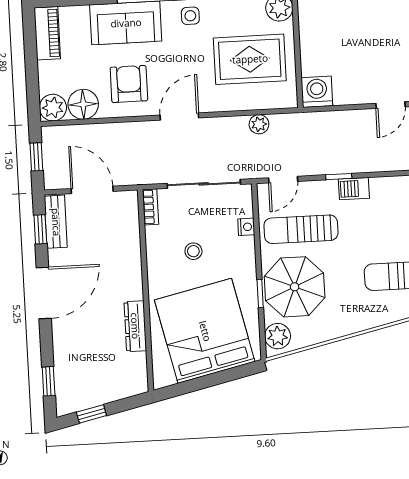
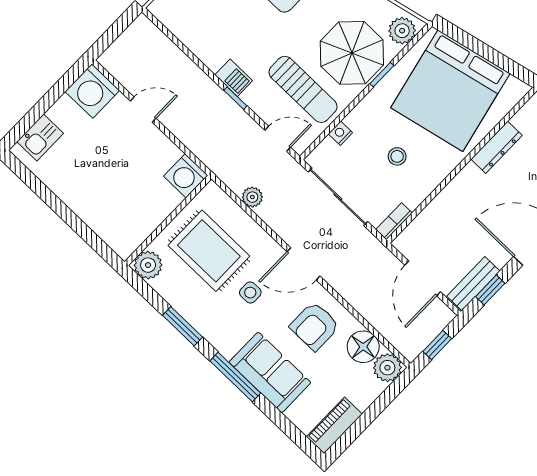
side table: (190, 16) -> (250, 293), moved

